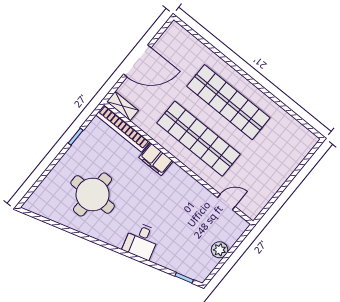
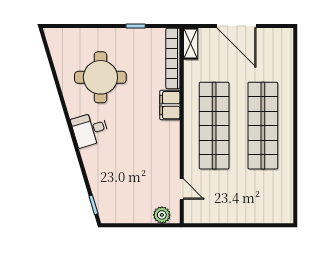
desk: (141, 241) -> (90, 129), moved
plant: (220, 250) -> (162, 215), moved

